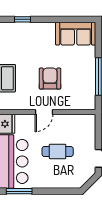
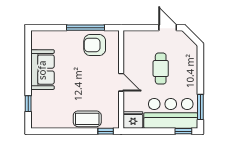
sofa: (76, 34) -> (42, 70), moved
armchair: (50, 79) -> (95, 45), moved

